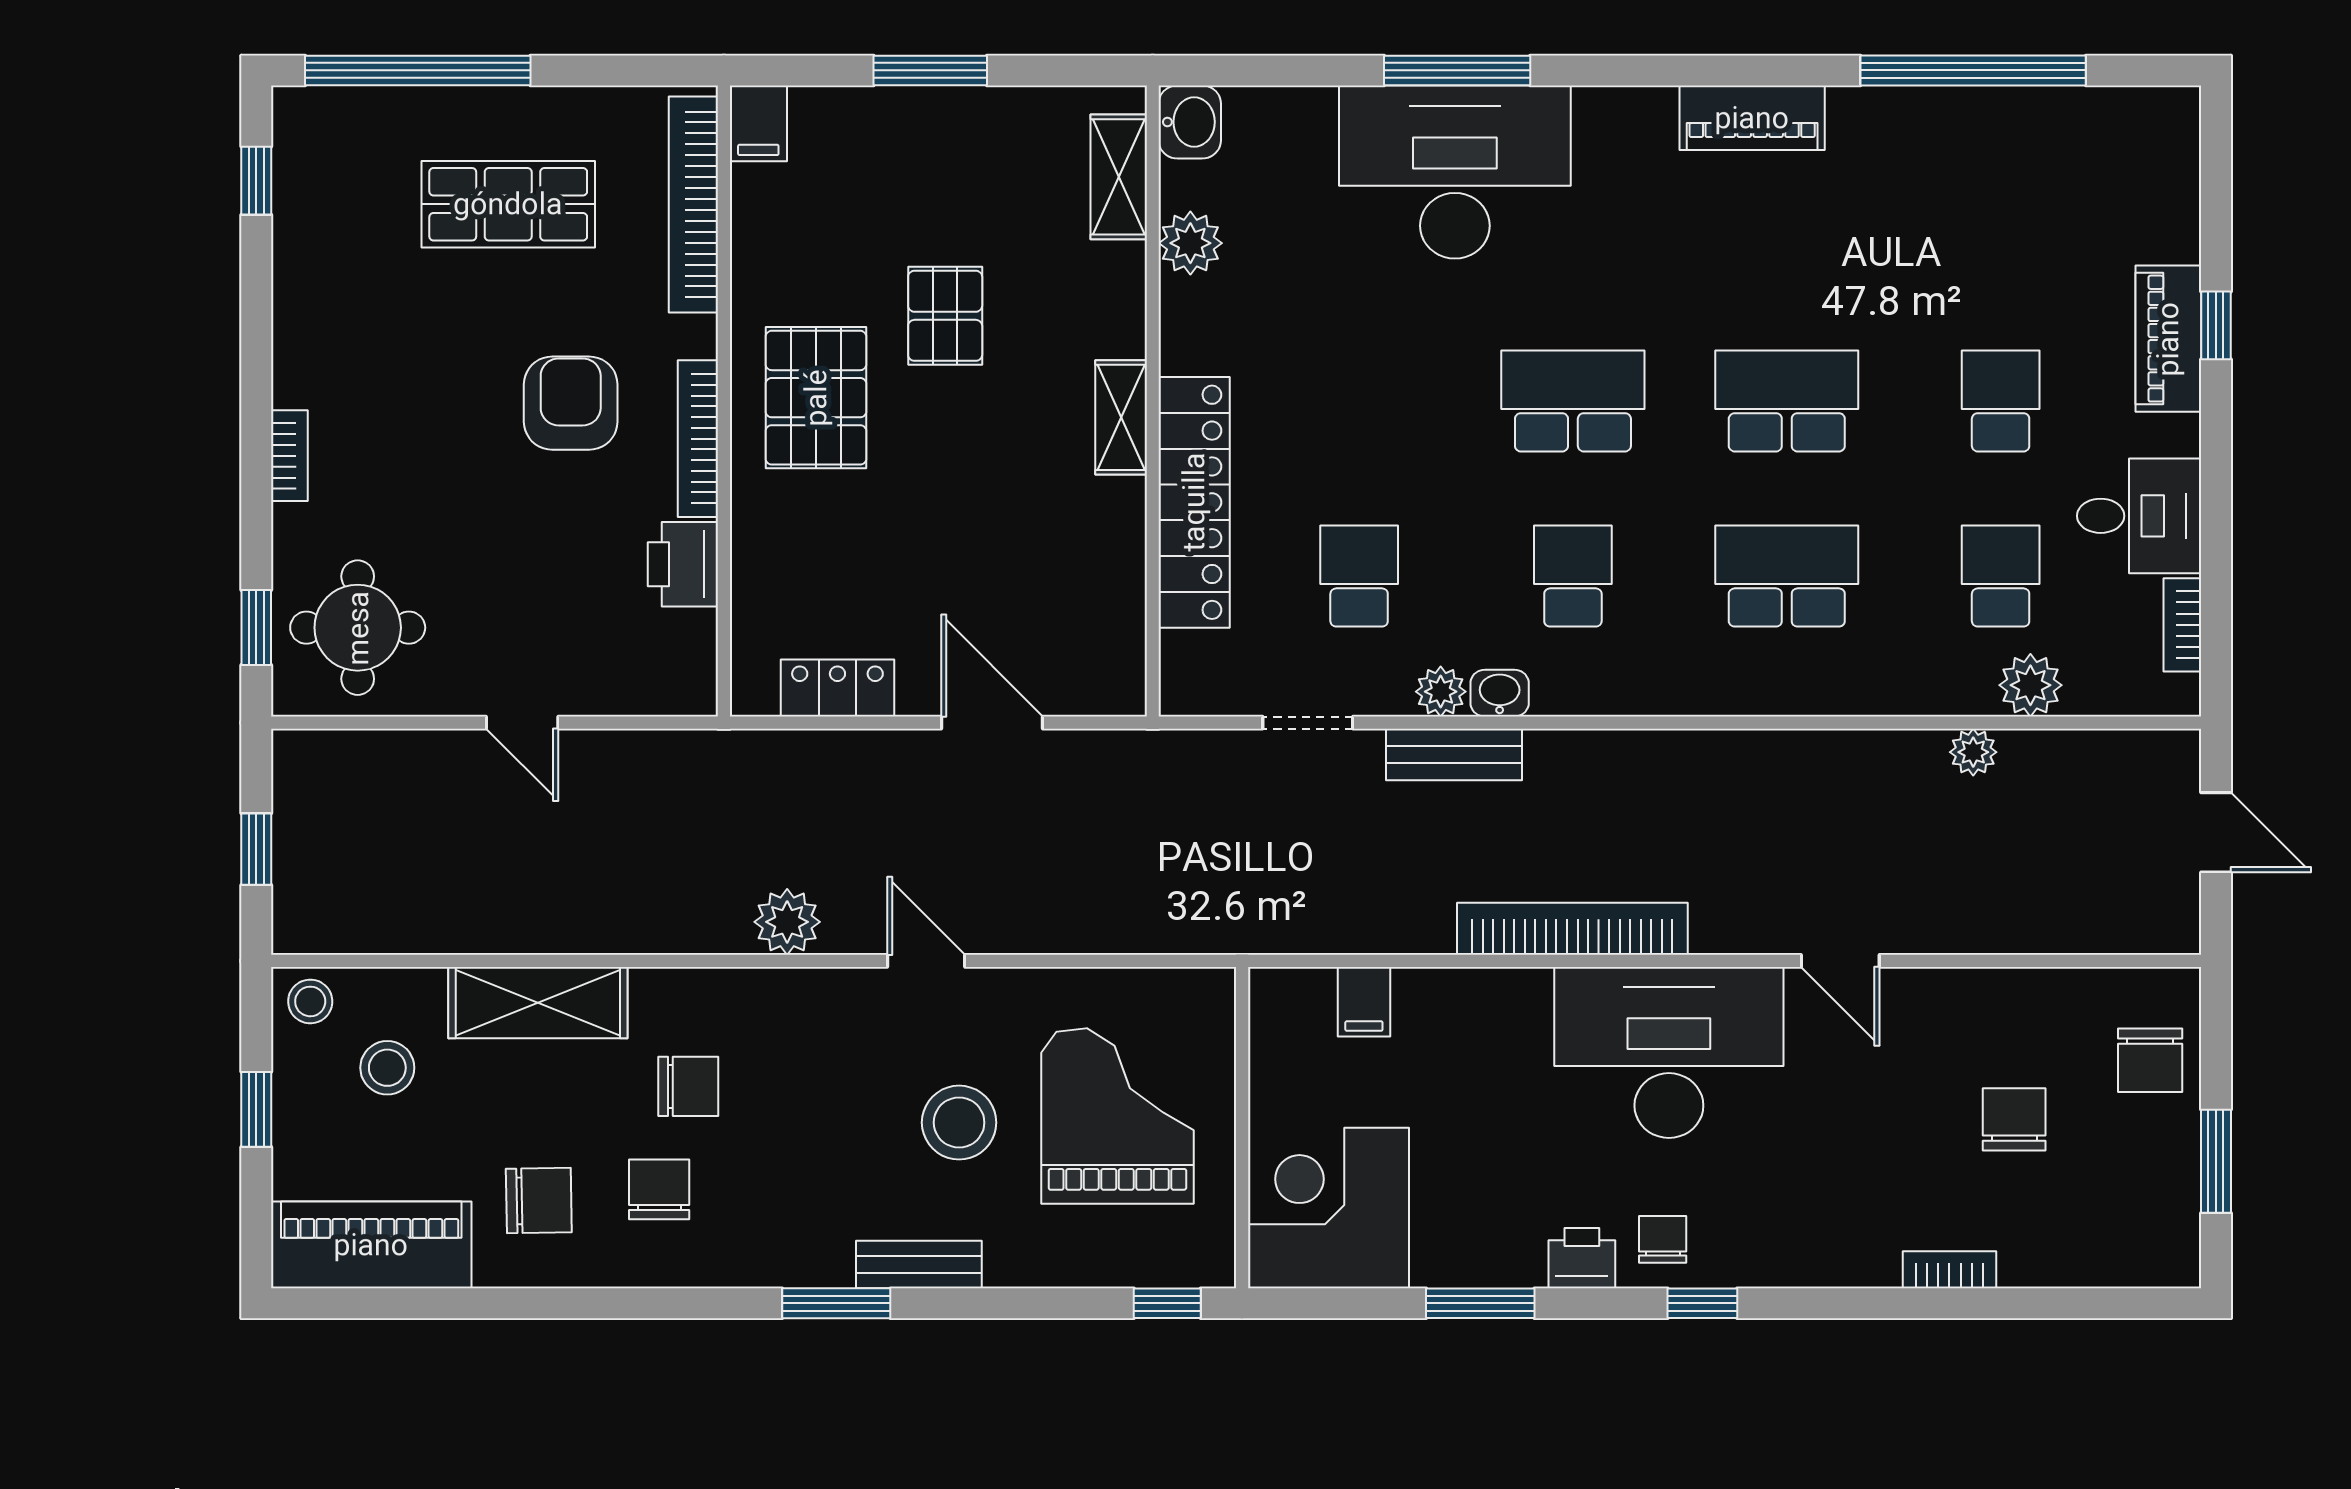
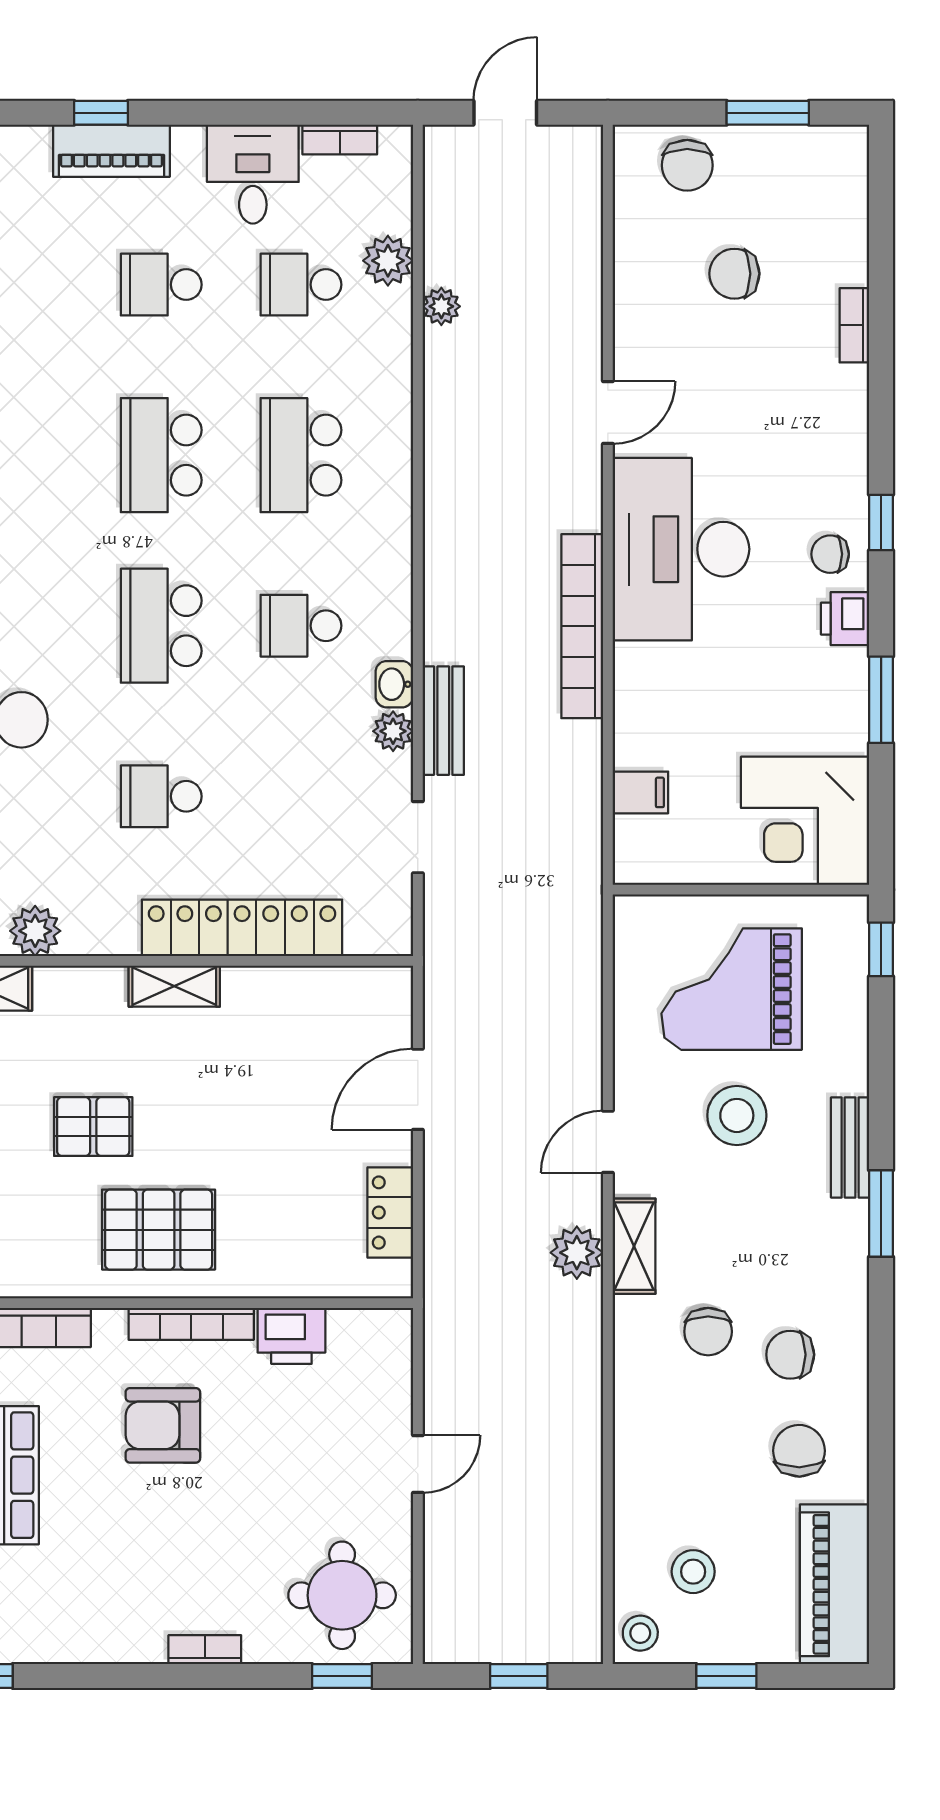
school desk: (1359, 576) -> (161, 796), moved
shelving: (538, 1003) -> (634, 1246), moved, width x0.67, depth x0.75
chair: (2150, 1060) -> (687, 165), turned 90
chair: (688, 1086) -> (708, 1332), turned 180

